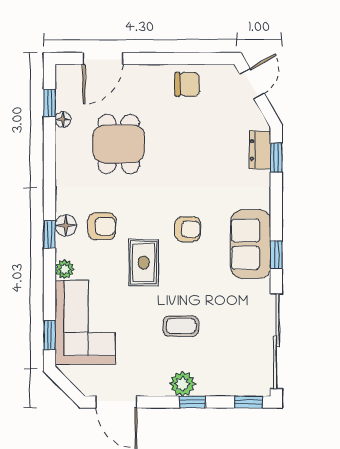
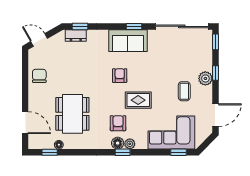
dining table: (119, 144) -> (72, 114), width x1.37
plant: (65, 269) -> (130, 144), moved
coffee table: (181, 326) -> (184, 91), moved

